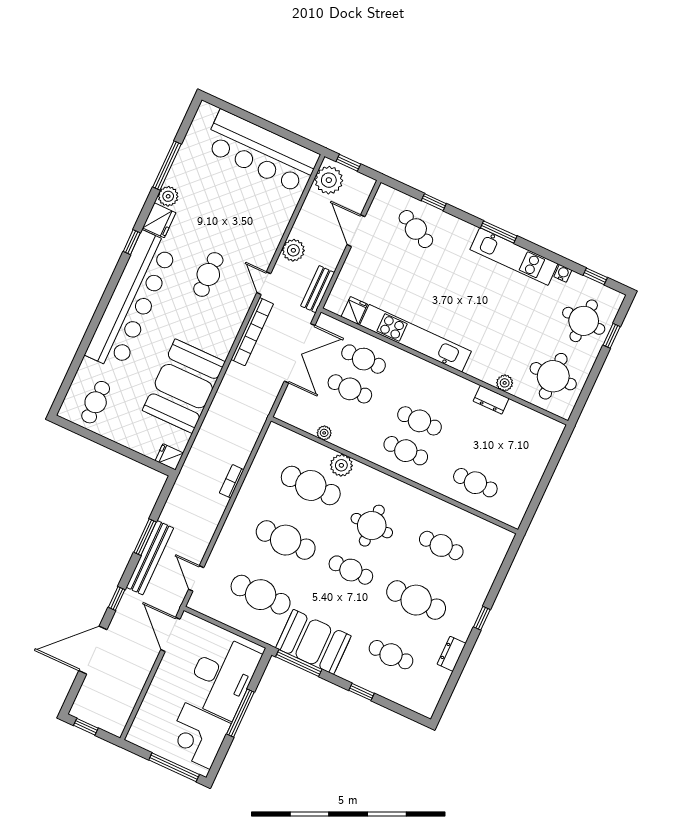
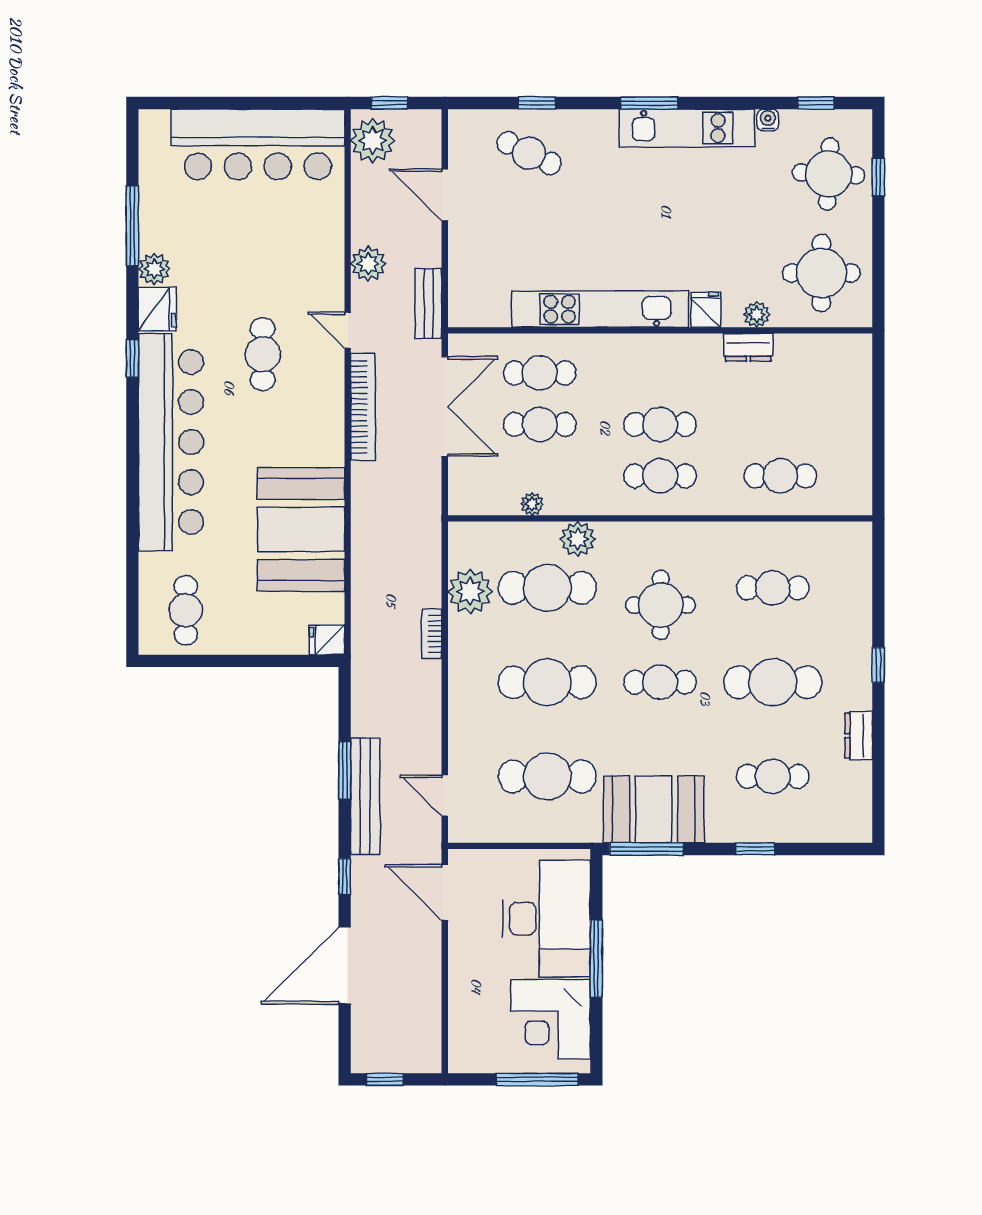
fridge: (354, 310) -> (706, 310), moved
plant: (265, 467) -> (470, 591), added

